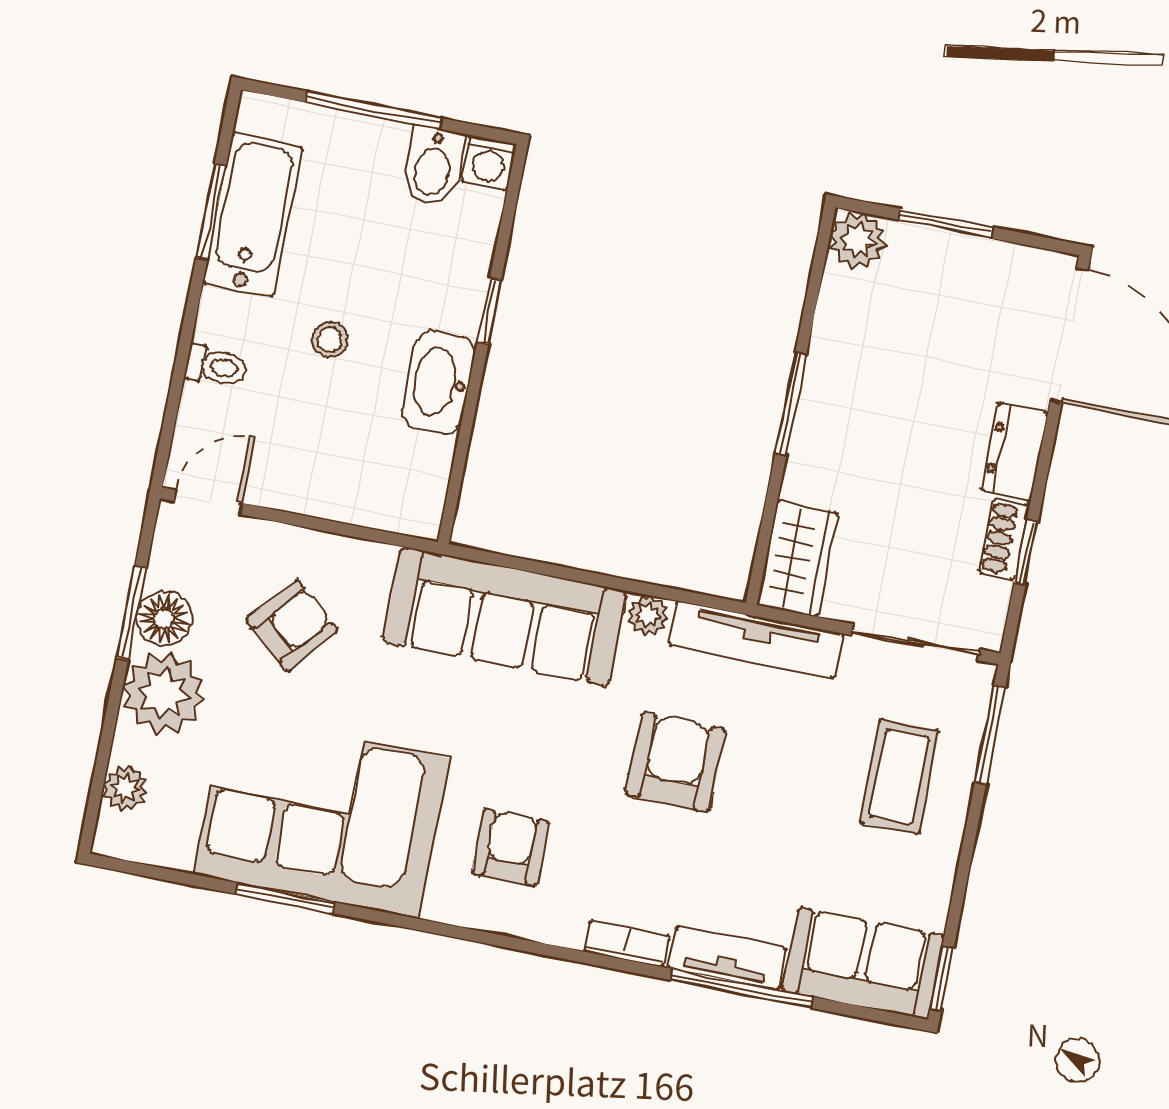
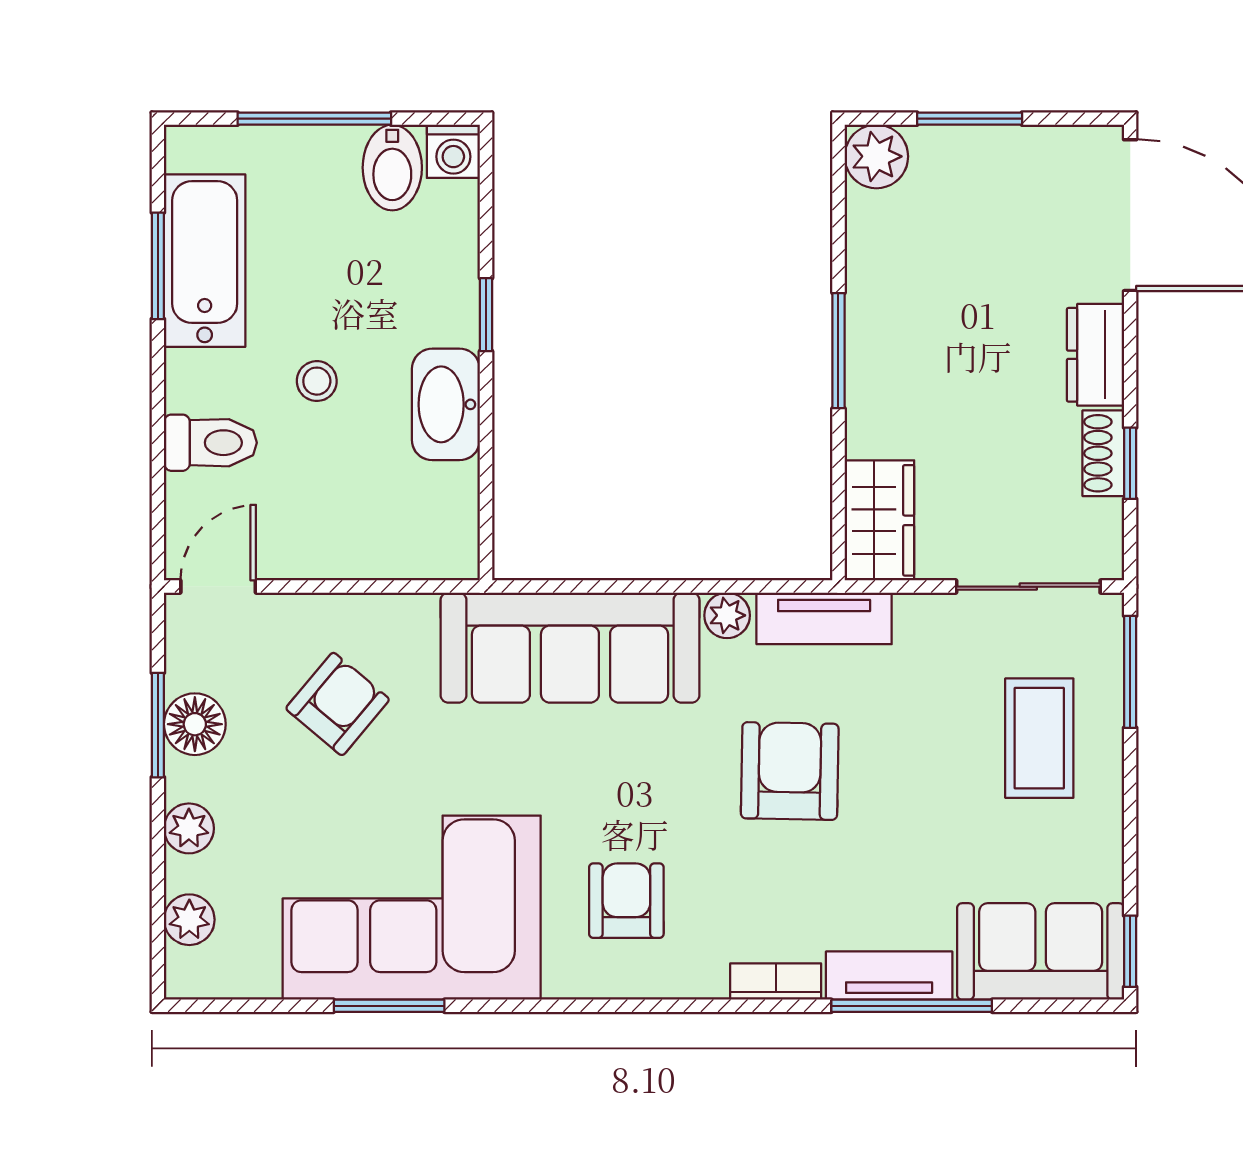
toilet: (216, 366) -> (210, 443), width x1.37, depth x1.39
tv unit: (756, 640) -> (824, 618), width x0.71
plant: (164, 693) -> (189, 828), width x0.53, depth x0.53

